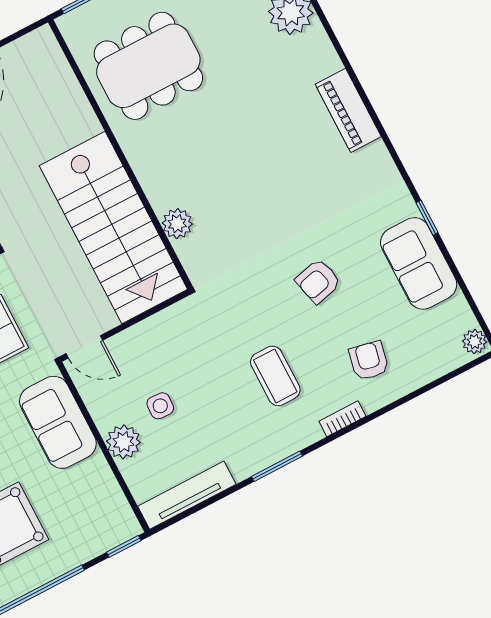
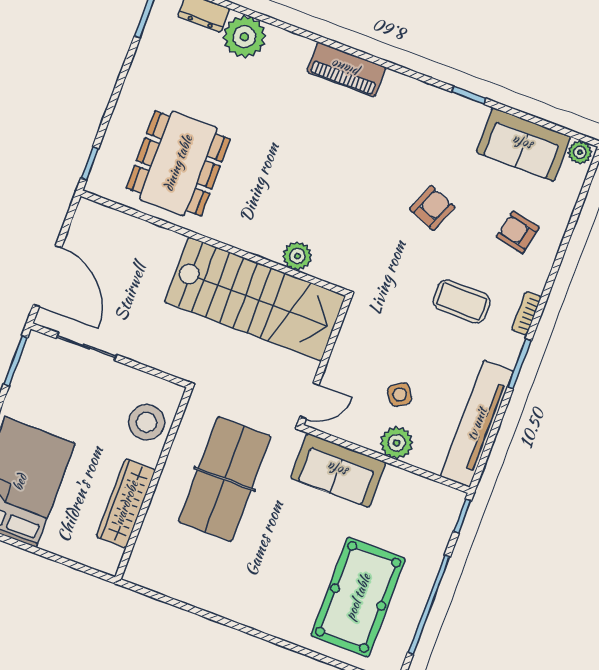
sofa: (419, 263) -> (523, 144), moved
armchair: (318, 281) -> (432, 208), turned -144
side table: (160, 406) -> (400, 395), turned -36
bookcase: (342, 419) -> (527, 313), moved
tv unit: (187, 495) -> (477, 424), width x1.36, depth x1.29

